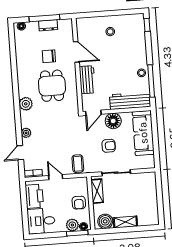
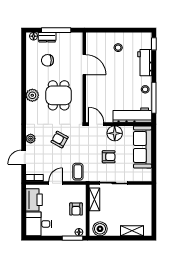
dresser: (48, 25) -> (47, 37), moved
chair: (49, 56) -> (48, 60), moved
workbench: (87, 80) -> (145, 63), moved, turned 180
plant: (26, 104) -> (32, 95), moved
door: (93, 113) -> (96, 124), swing flipped
armchair: (56, 132) -> (60, 140), added
door: (56, 177) -> (56, 183), hinge flipped
shelving: (125, 222) -> (132, 231), moved
plant: (72, 225) -> (68, 230), removed

